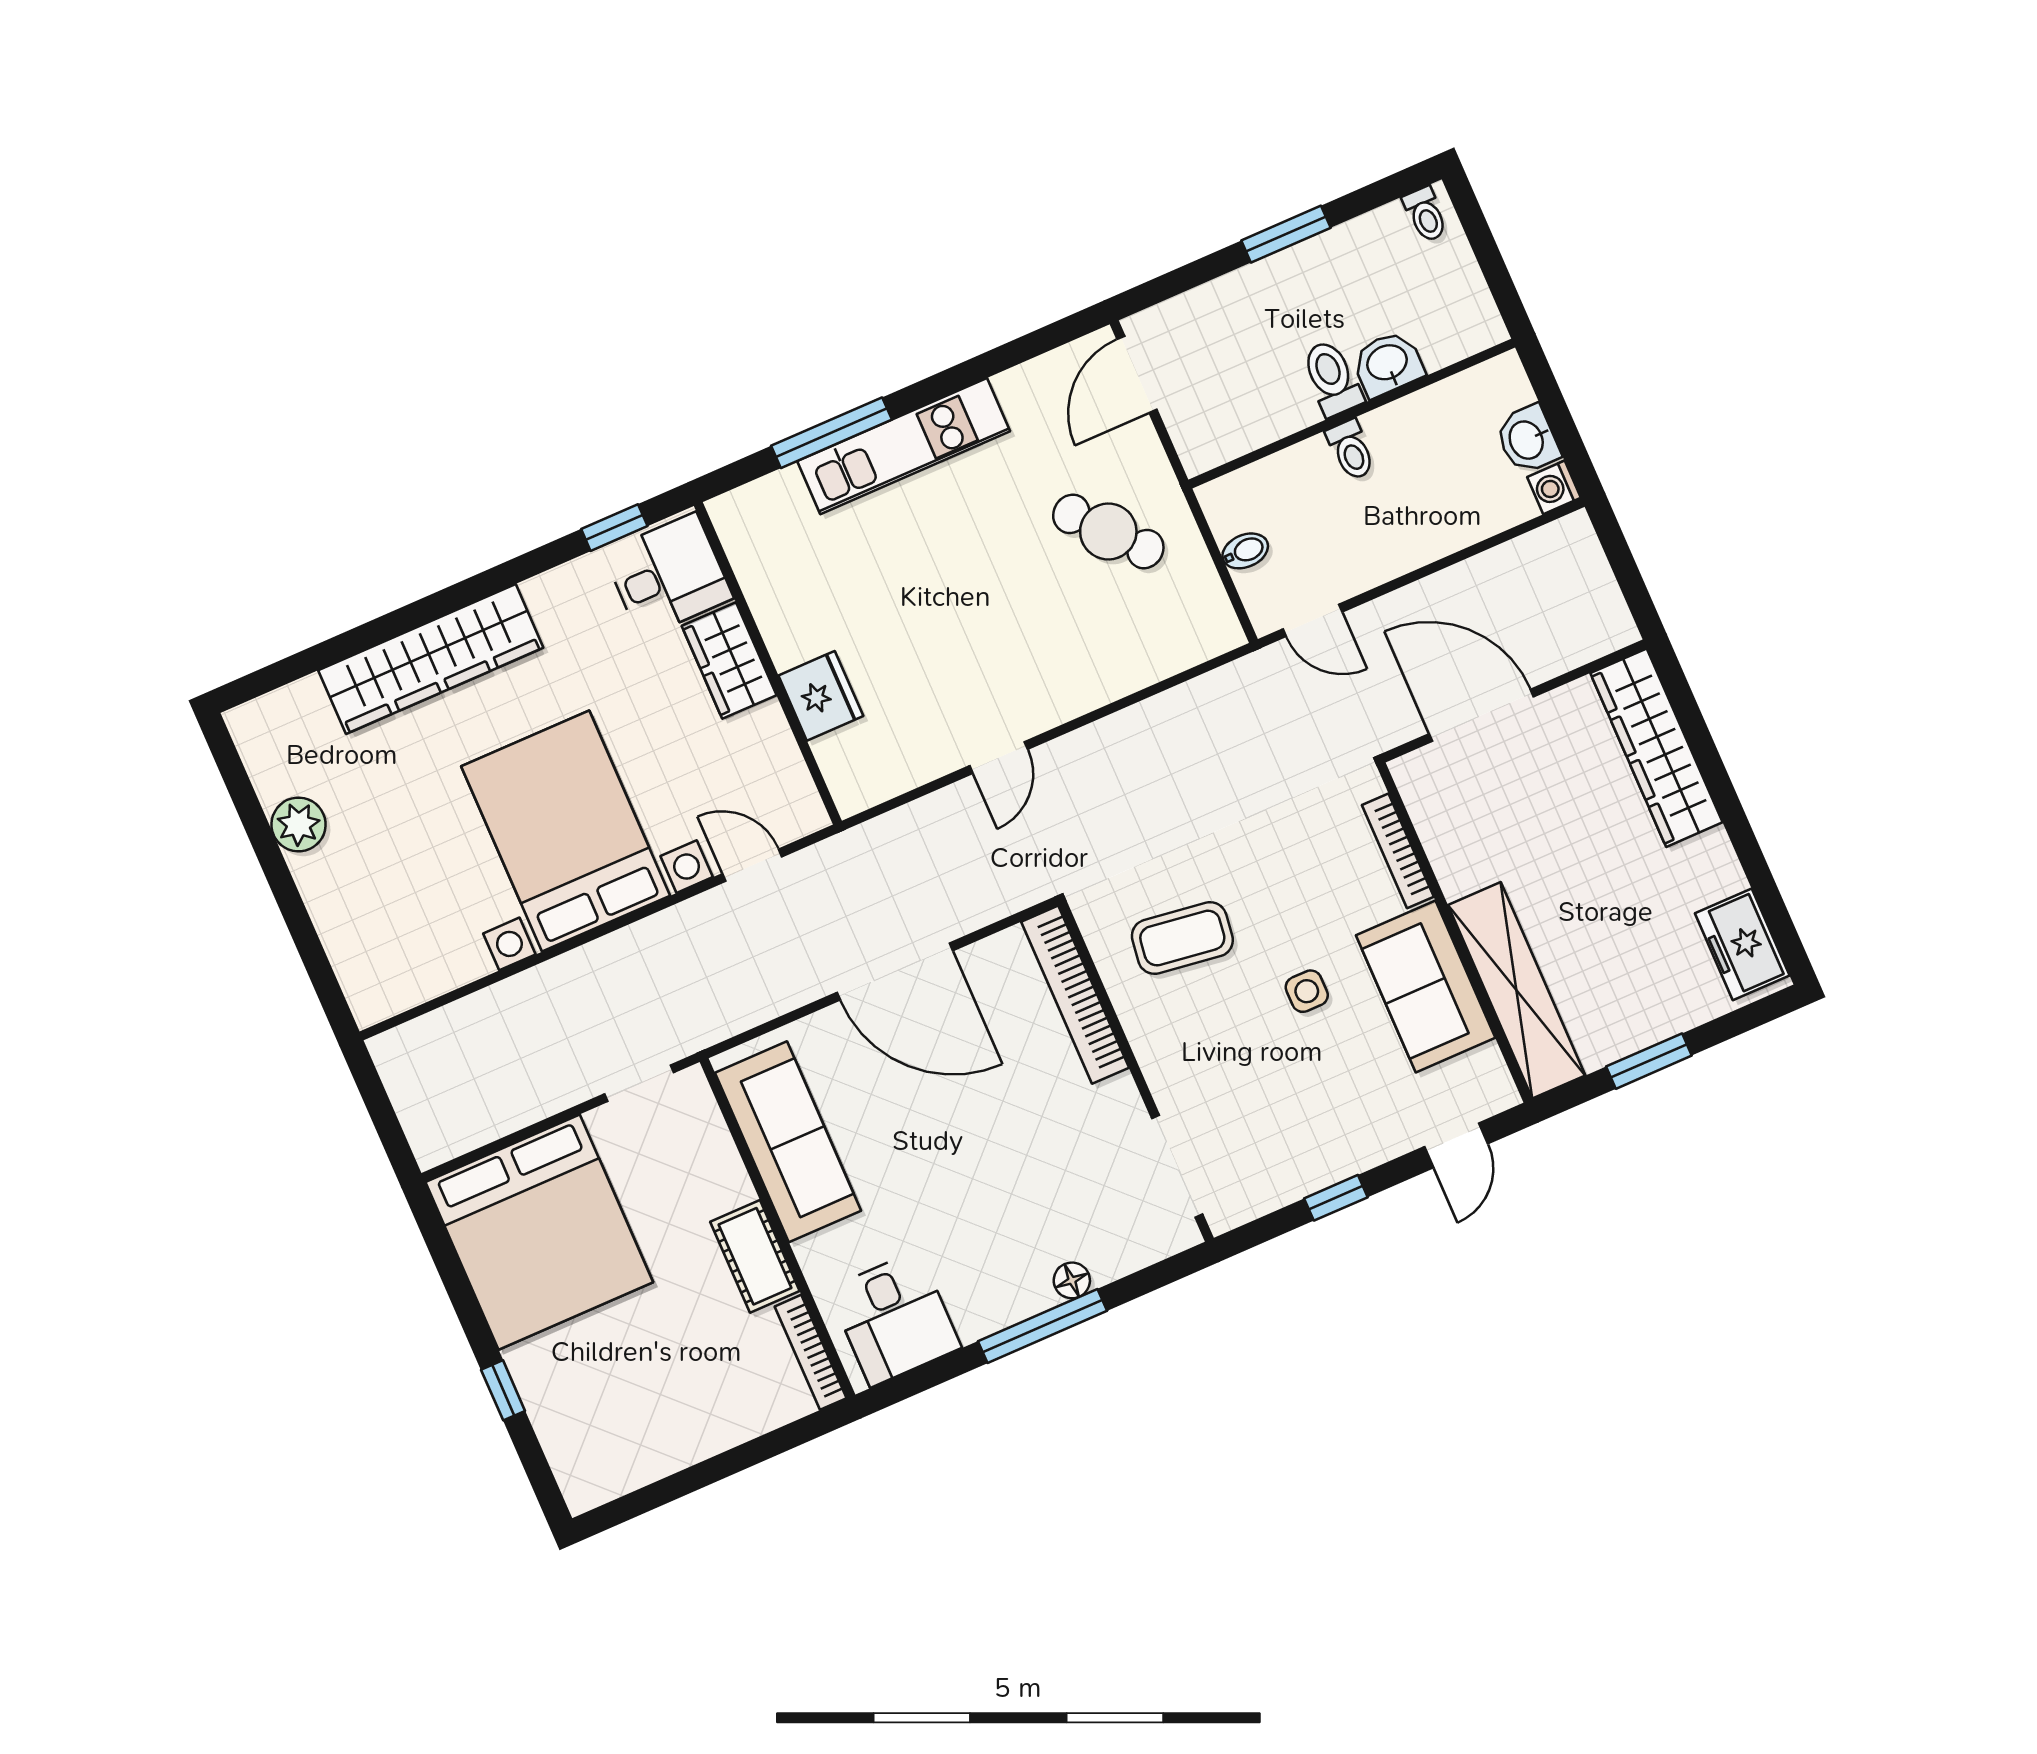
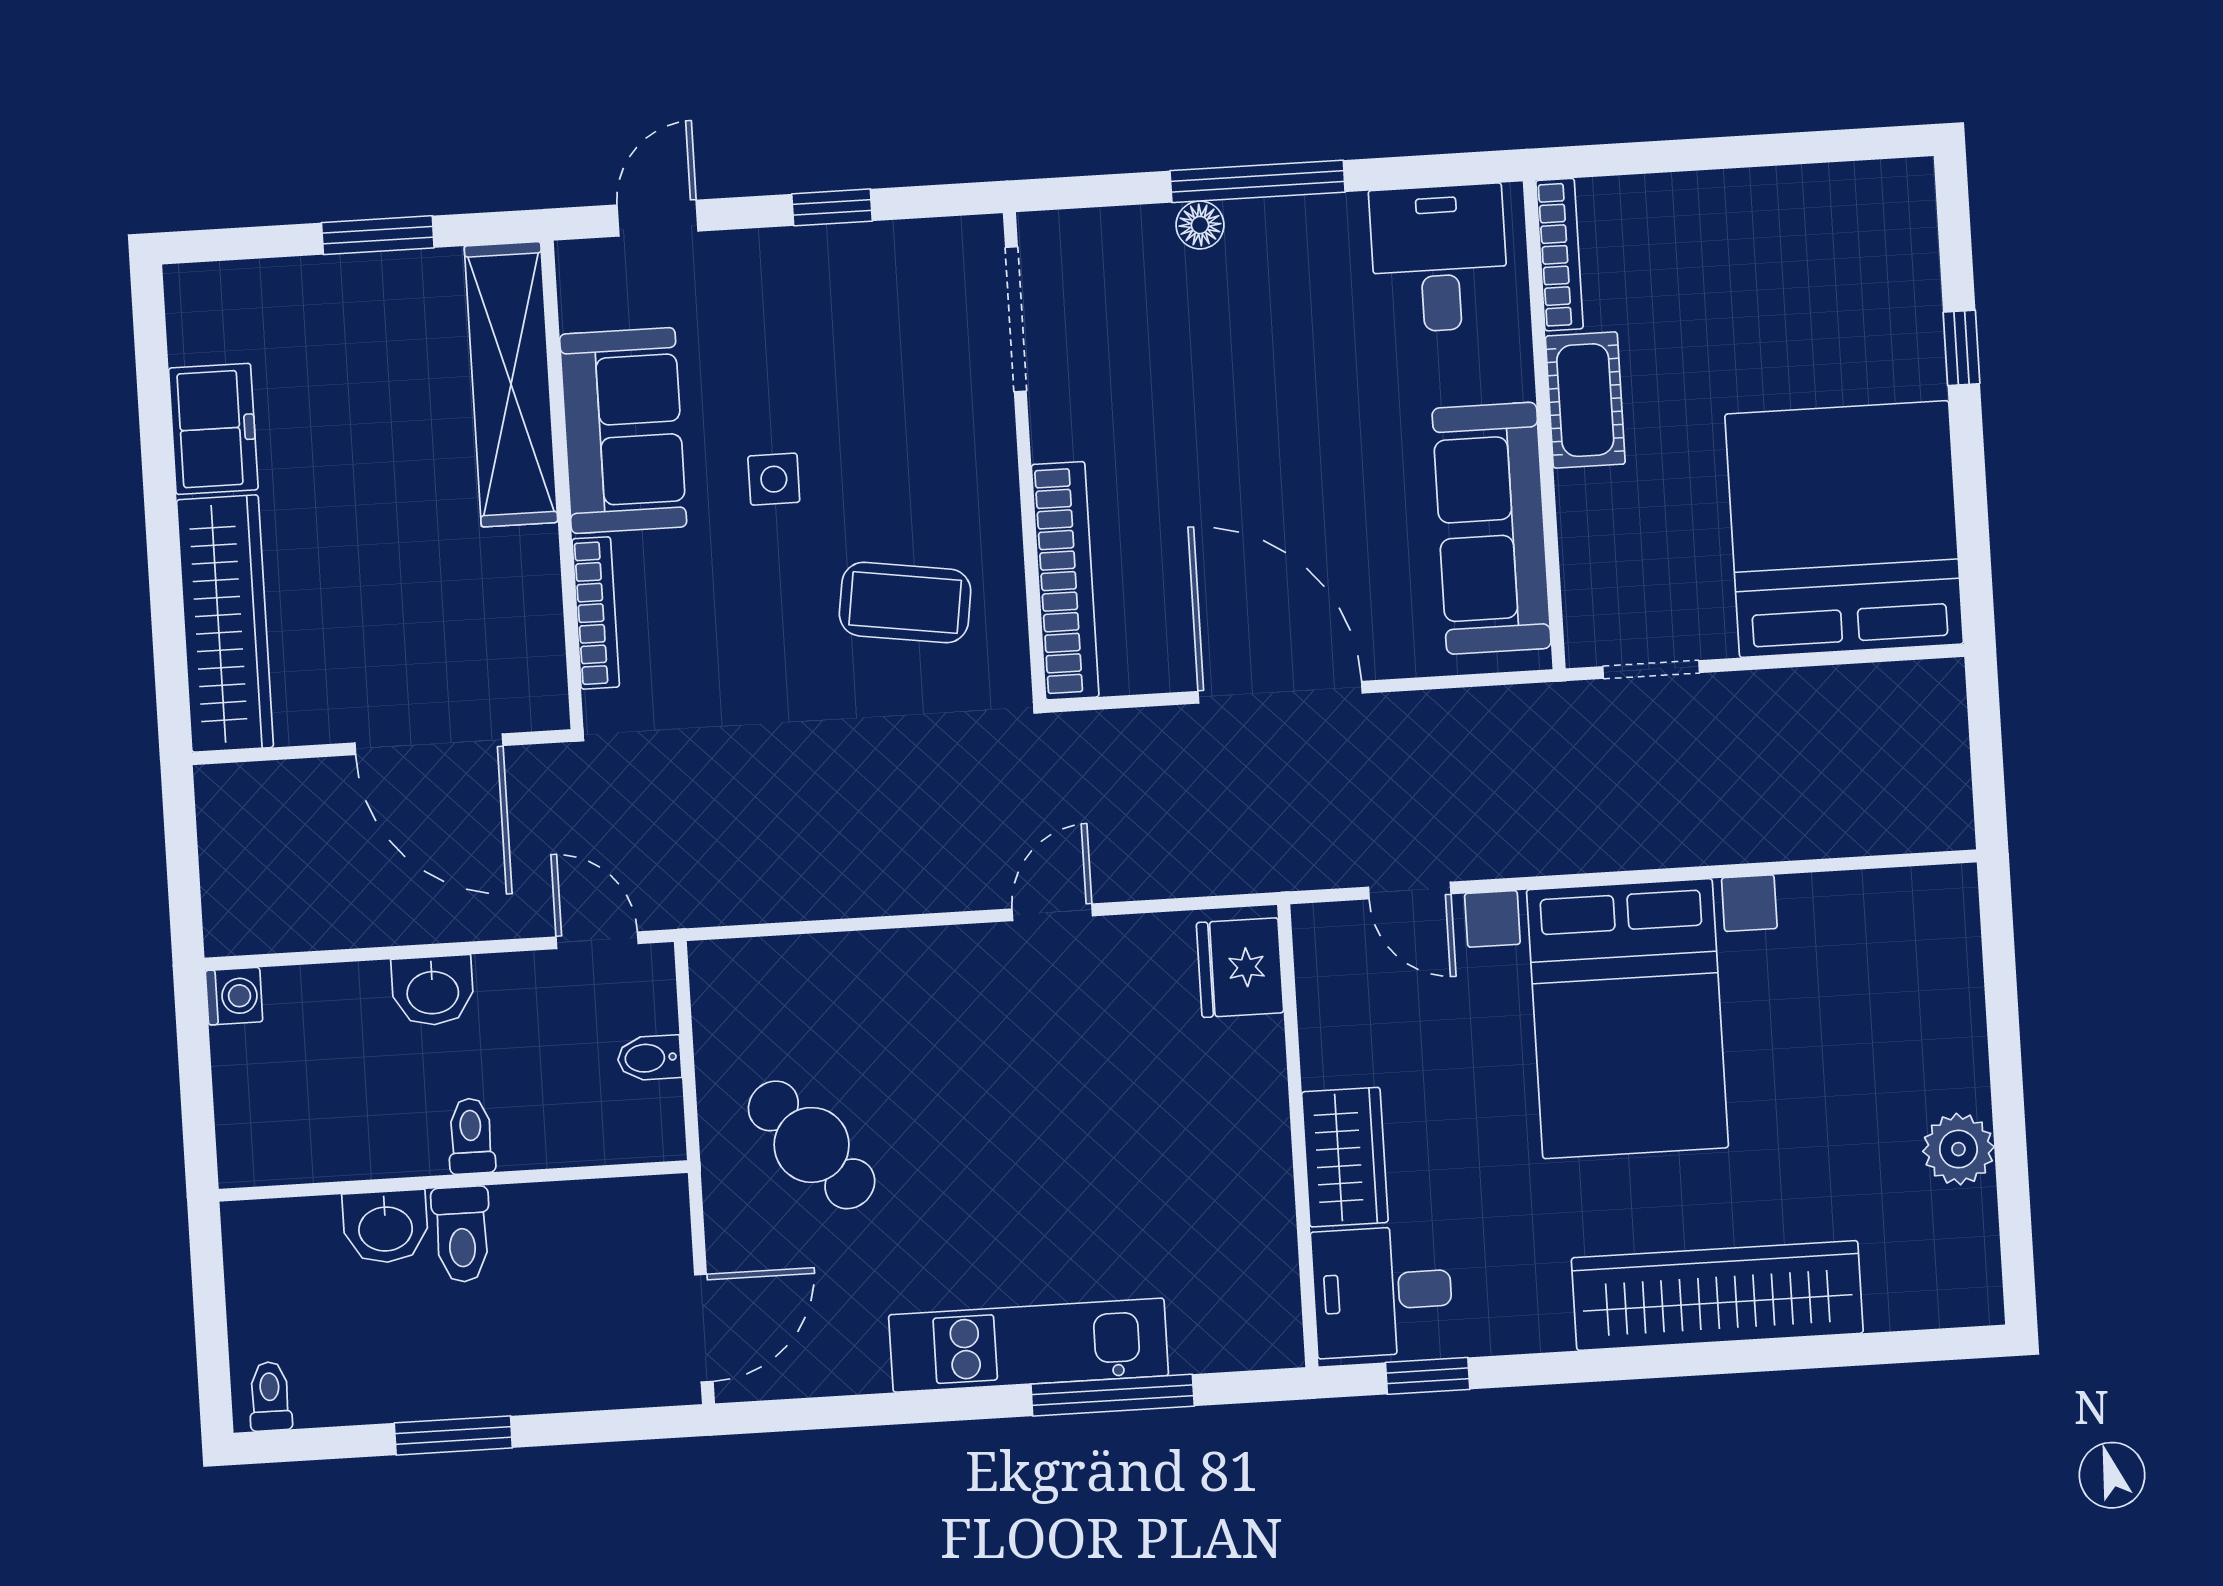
washbasin: (1528, 439) -> (433, 991), moved, turned 90
fridge: (821, 696) -> (1240, 968), moved
freezer: (1742, 944) -> (213, 429), moved

